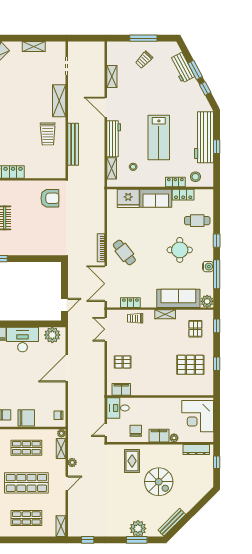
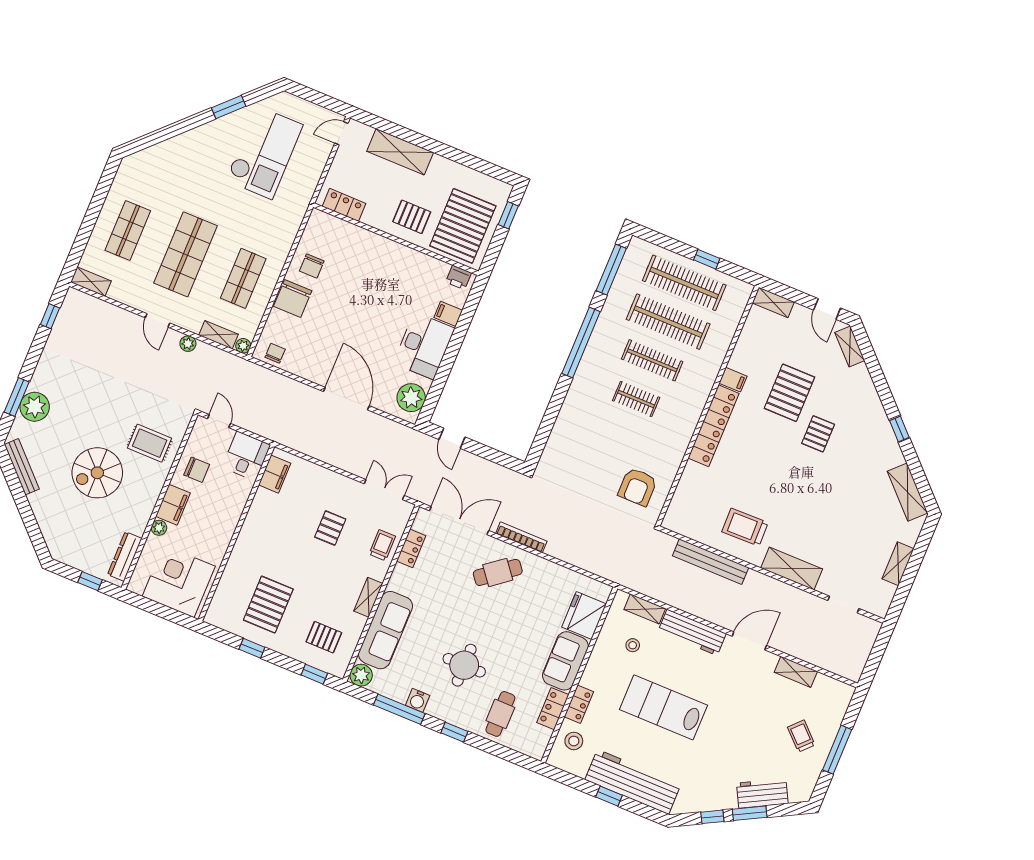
pallet: (123, 362) -> (330, 528), moved

